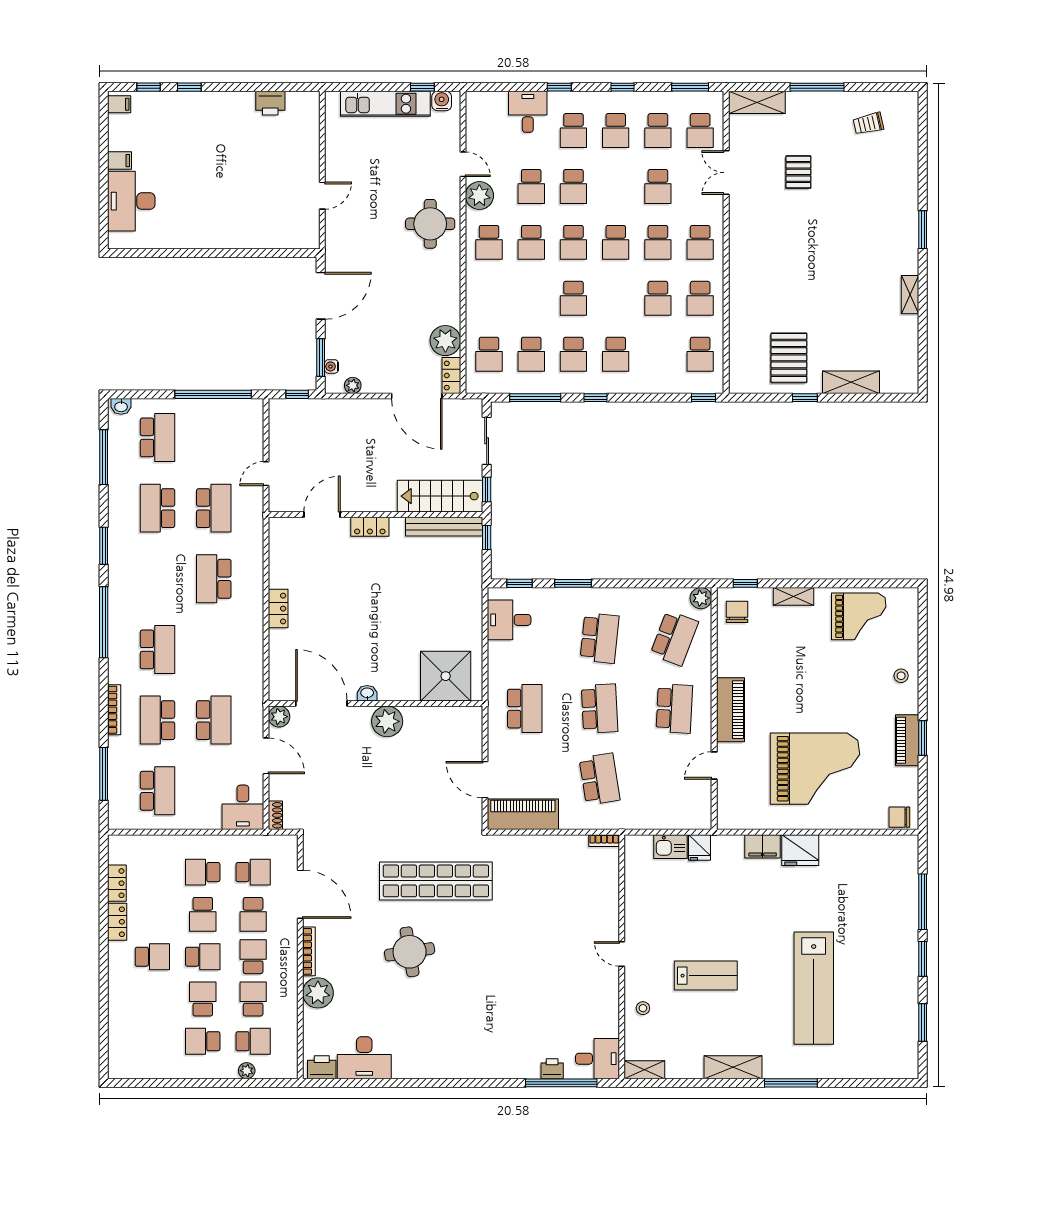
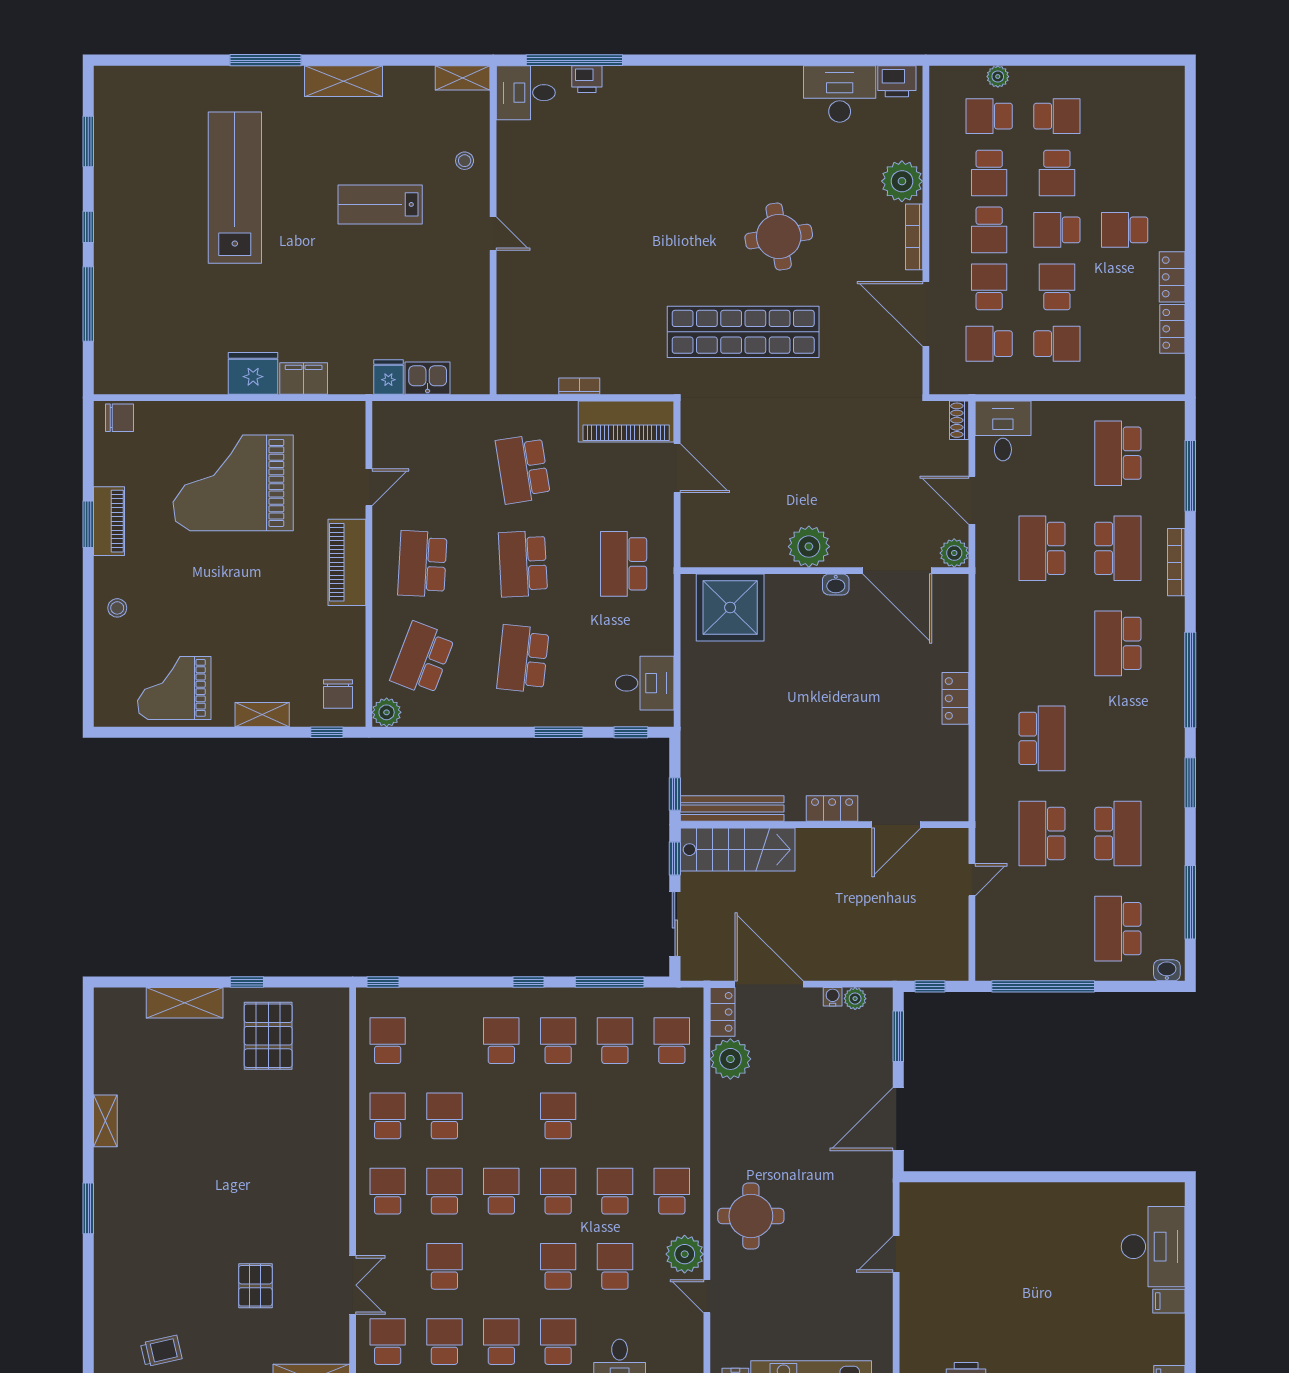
water cooler: (332, 366) -> (833, 997), moved, turned -90
bookcase: (604, 841) -> (579, 386), moved
window: (923, 959) -> (88, 227), width x0.67

